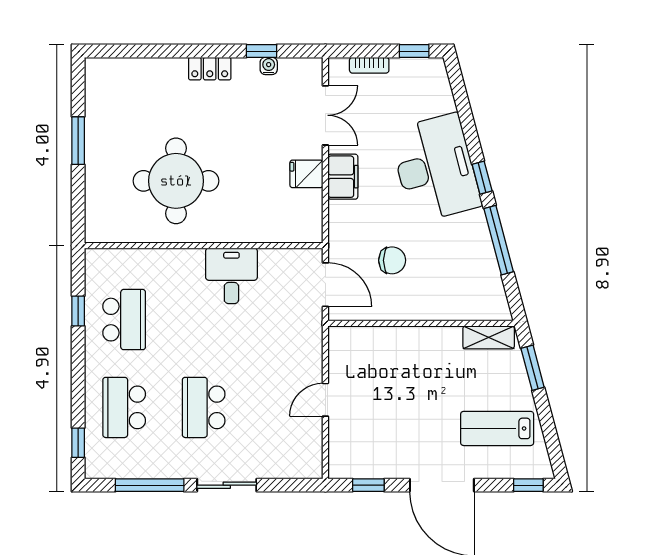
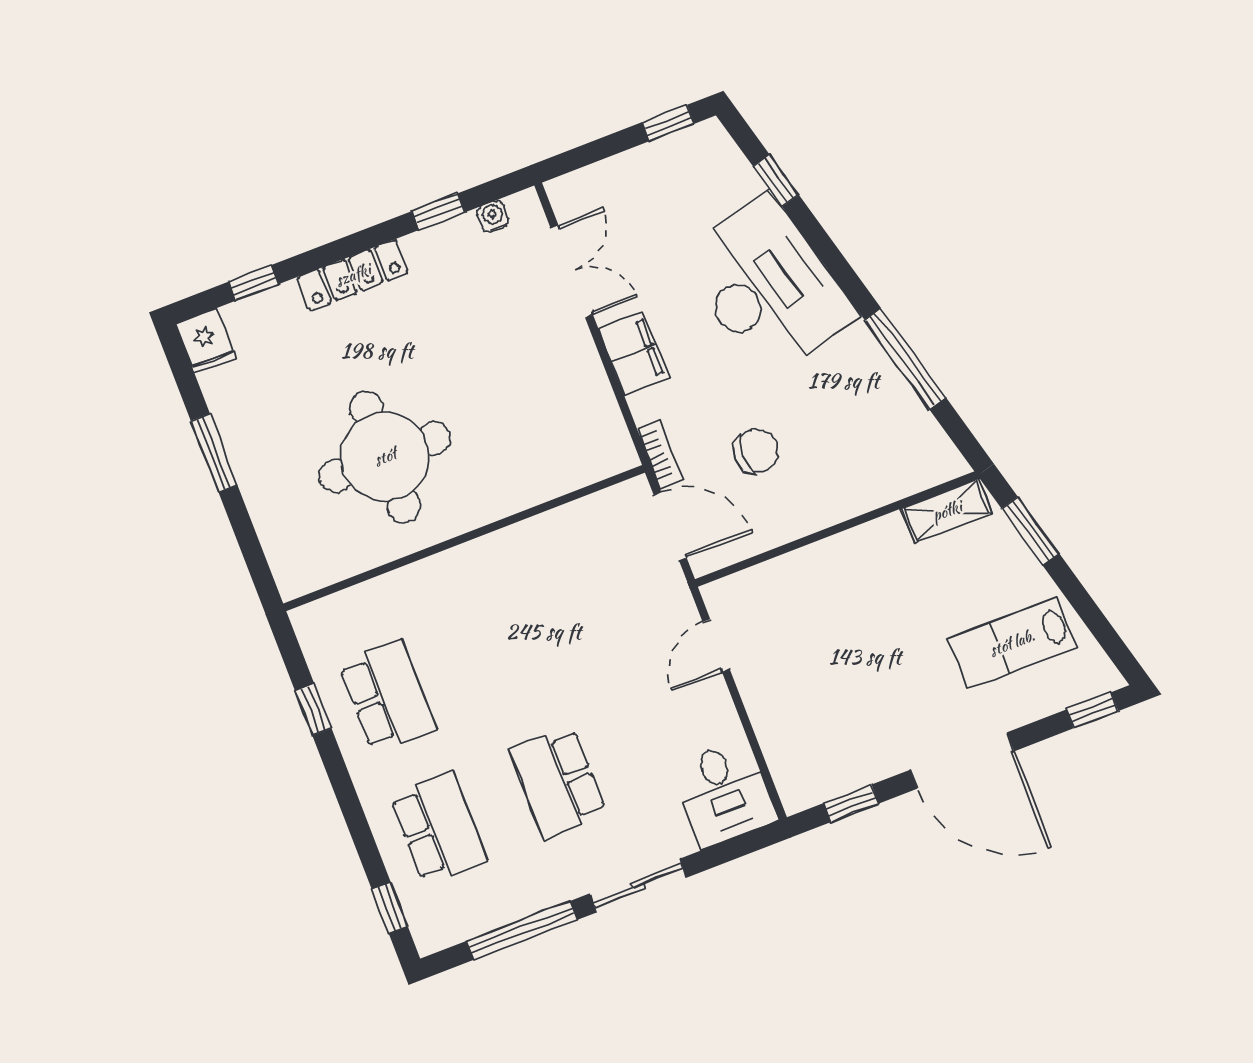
window: (139, 51) -> (254, 283), added
bookcase: (369, 65) -> (660, 454), moved, turned -90
water cooler: (269, 66) -> (493, 216), moved
locker: (210, 69) -> (353, 275), width x1.53
fridge: (306, 174) -> (206, 341), moved, turned -90
window: (482, 178) -> (776, 180), moved
desk: (231, 276) -> (724, 793), moved, turned 180
door: (325, 400) -> (716, 646), moved
school desk: (124, 407) -> (438, 828), turned 180

